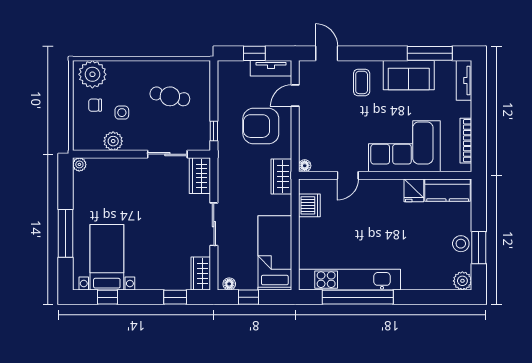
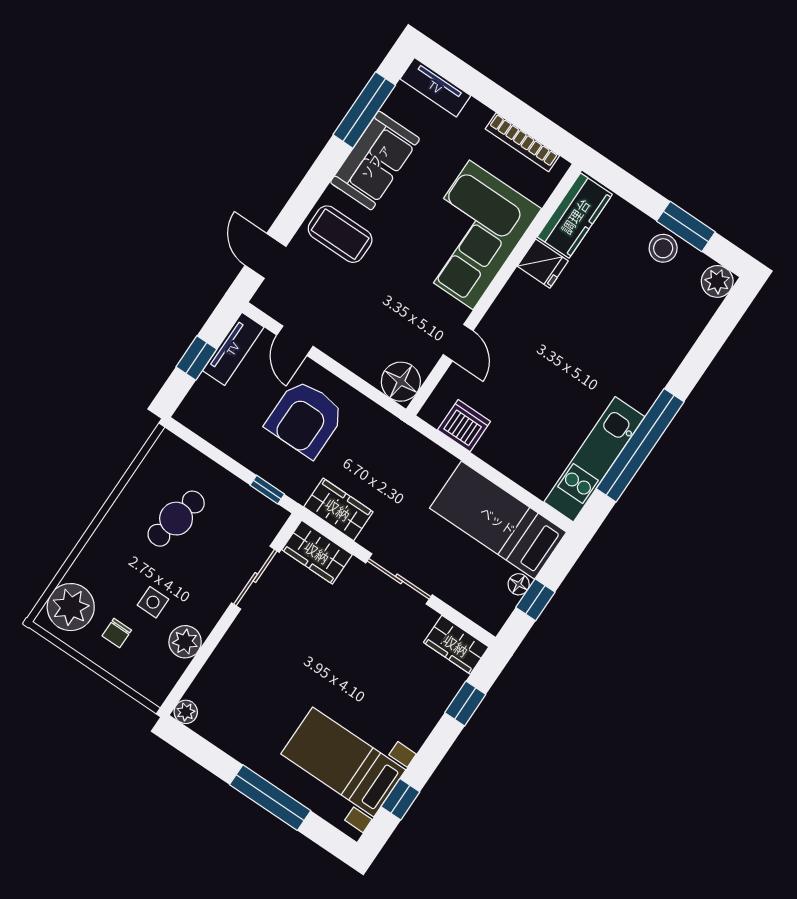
door: (327, 53) -> (265, 256), hinge flipped
coffee table: (362, 82) -> (340, 234), width x1.36, depth x1.30
floor lamp: (305, 166) -> (401, 382), width x1.89, depth x1.89
wardrobe: (281, 177) -> (338, 509), moved, turned 180
kitchen unit: (349, 280) -> (594, 459), width x0.73
floor lamp: (229, 284) -> (519, 584), moved

